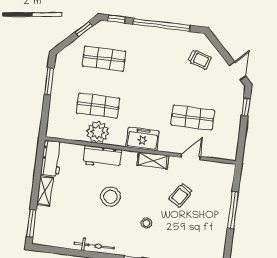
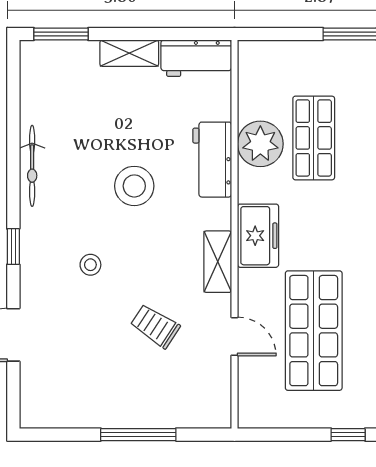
shop shelf: (193, 118) -> (314, 331), width x1.43, depth x1.36

